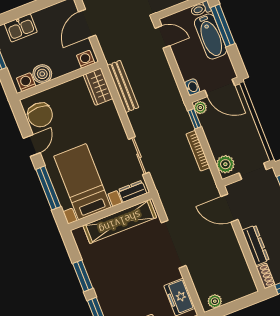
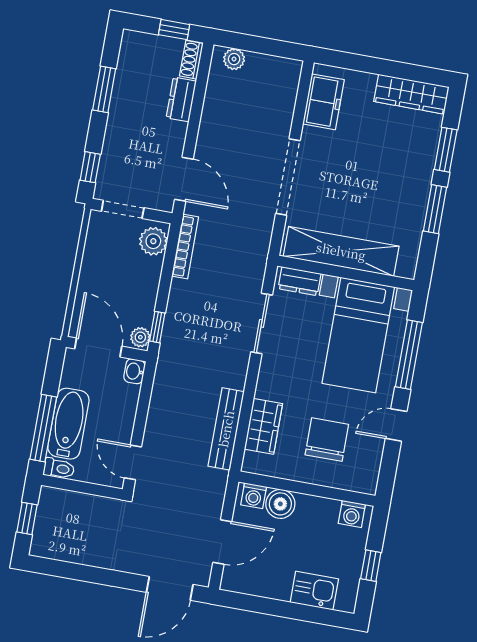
boiler: (42, 74) -> (280, 504), moved
wardrobe: (98, 87) -> (263, 426), moved
chair: (40, 115) -> (327, 440), moved
bookcase: (198, 151) -> (185, 247), moved
dresser: (256, 245) -> (181, 99), width x0.70
plant: (215, 301) -> (234, 59), moved

